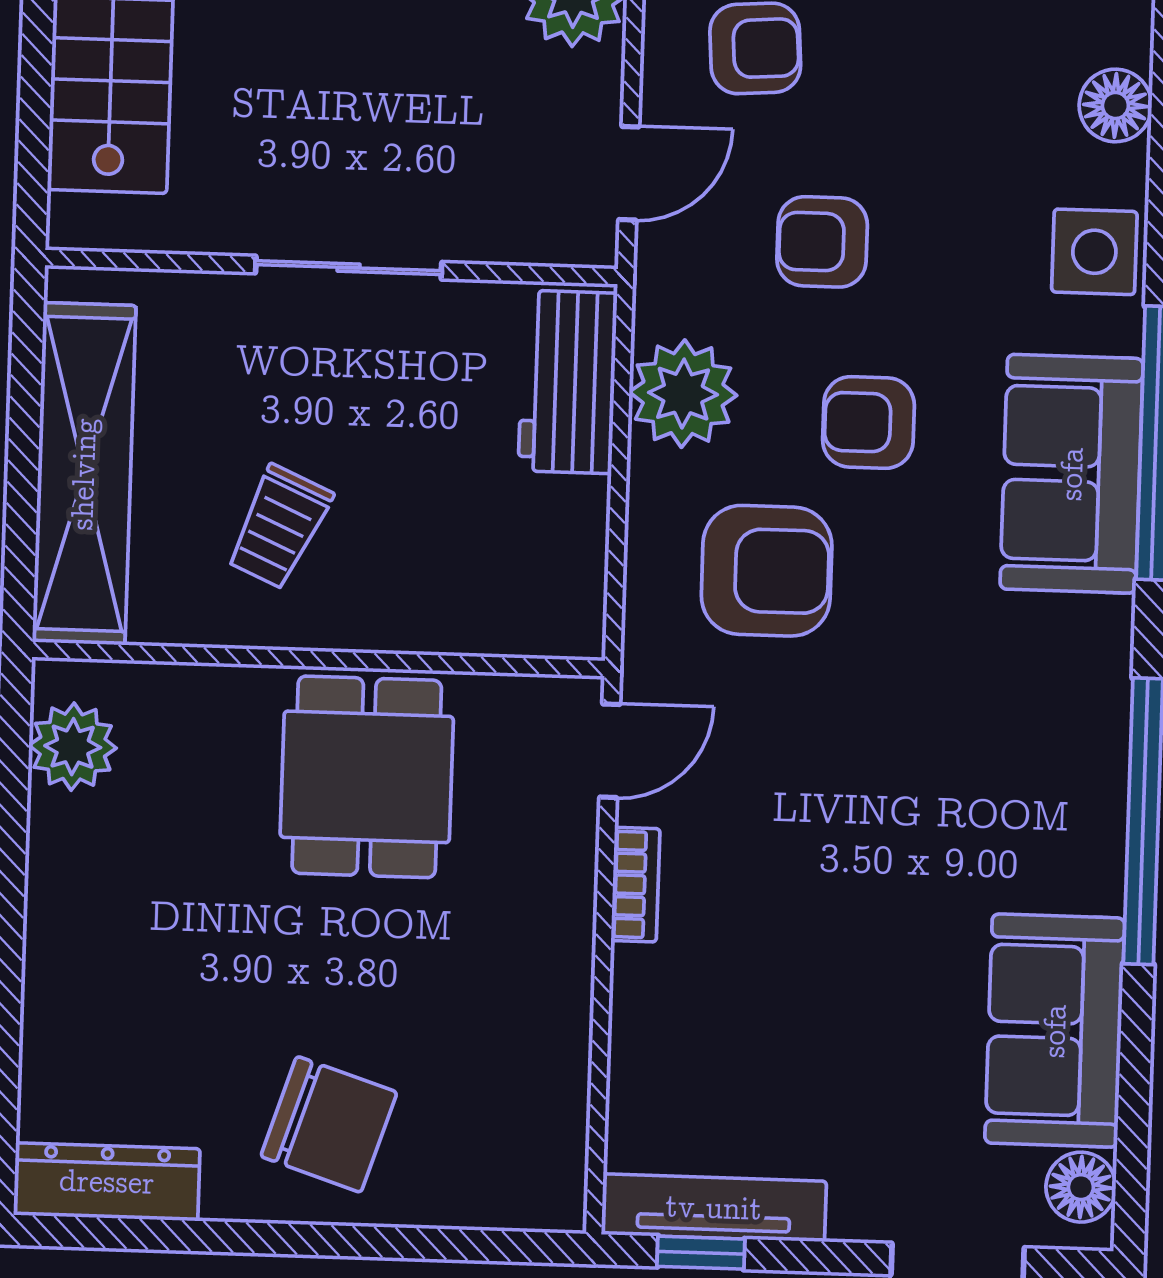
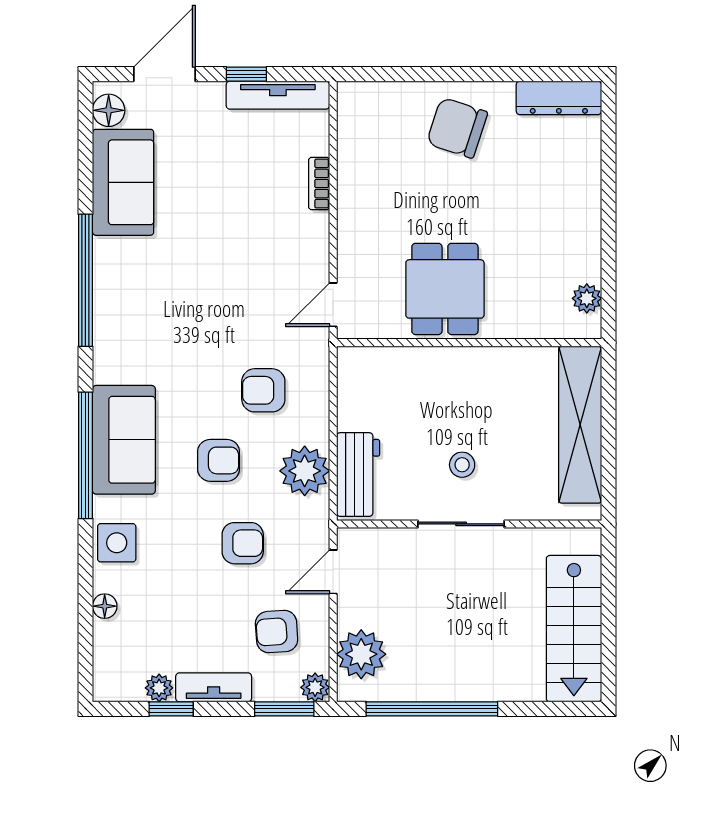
floor lamp: (1115, 105) -> (105, 606), width x0.73, depth x0.73
stool: (342, 396) -> (462, 465), added
trolley: (279, 527) -> (489, 403), removed
armchair: (767, 571) -> (263, 390), width x0.72, depth x0.72
plant: (73, 747) -> (587, 298), width x0.73, depth x0.73
bookcase: (636, 885) -> (319, 184), moved
window: (701, 1253) -> (246, 74), moved

